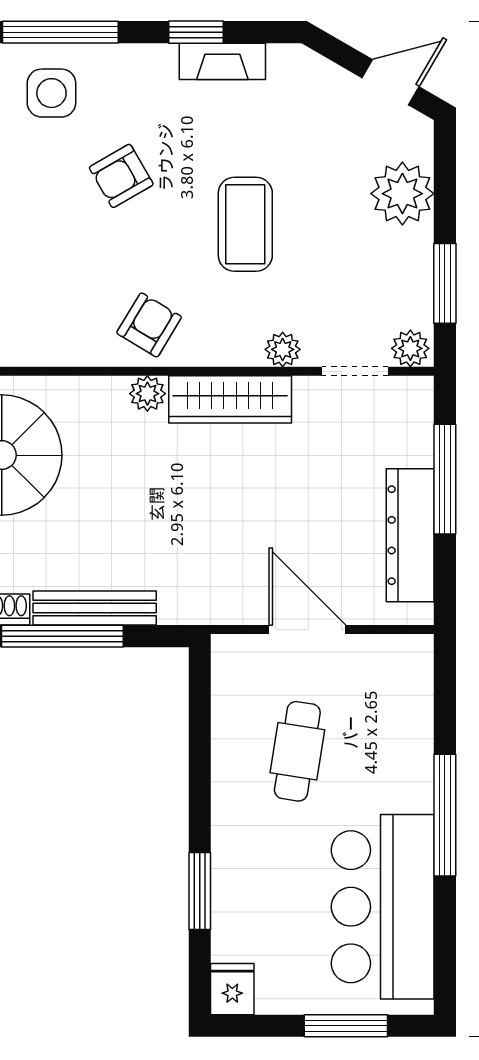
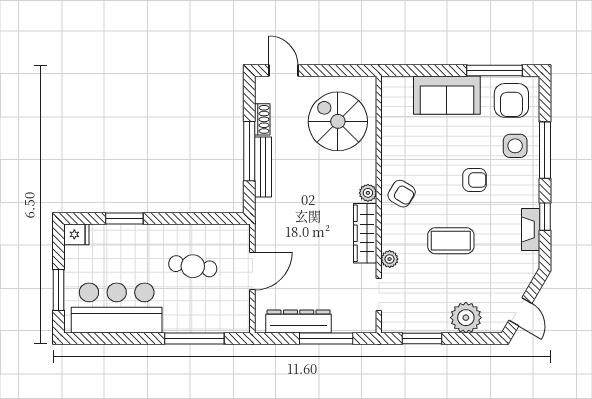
armchair: (121, 176) -> (474, 180), turned 120
plant: (410, 348) -> (390, 322), removed
window: (445, 815) -> (194, 338), moved

